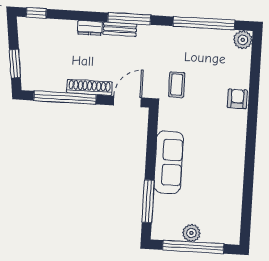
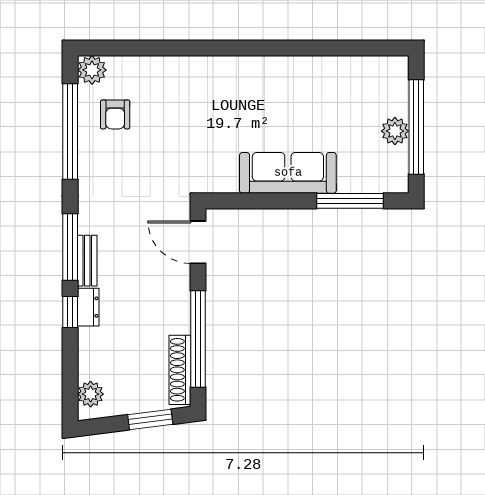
window: (36, 13) -> (70, 312), moved
plant: (34, 26) -> (91, 394), added
coffee table: (177, 85) -> (168, 168), removed
shoe rack: (90, 87) -> (180, 370), moved
armchair: (237, 99) -> (115, 114), moved, turned -90

